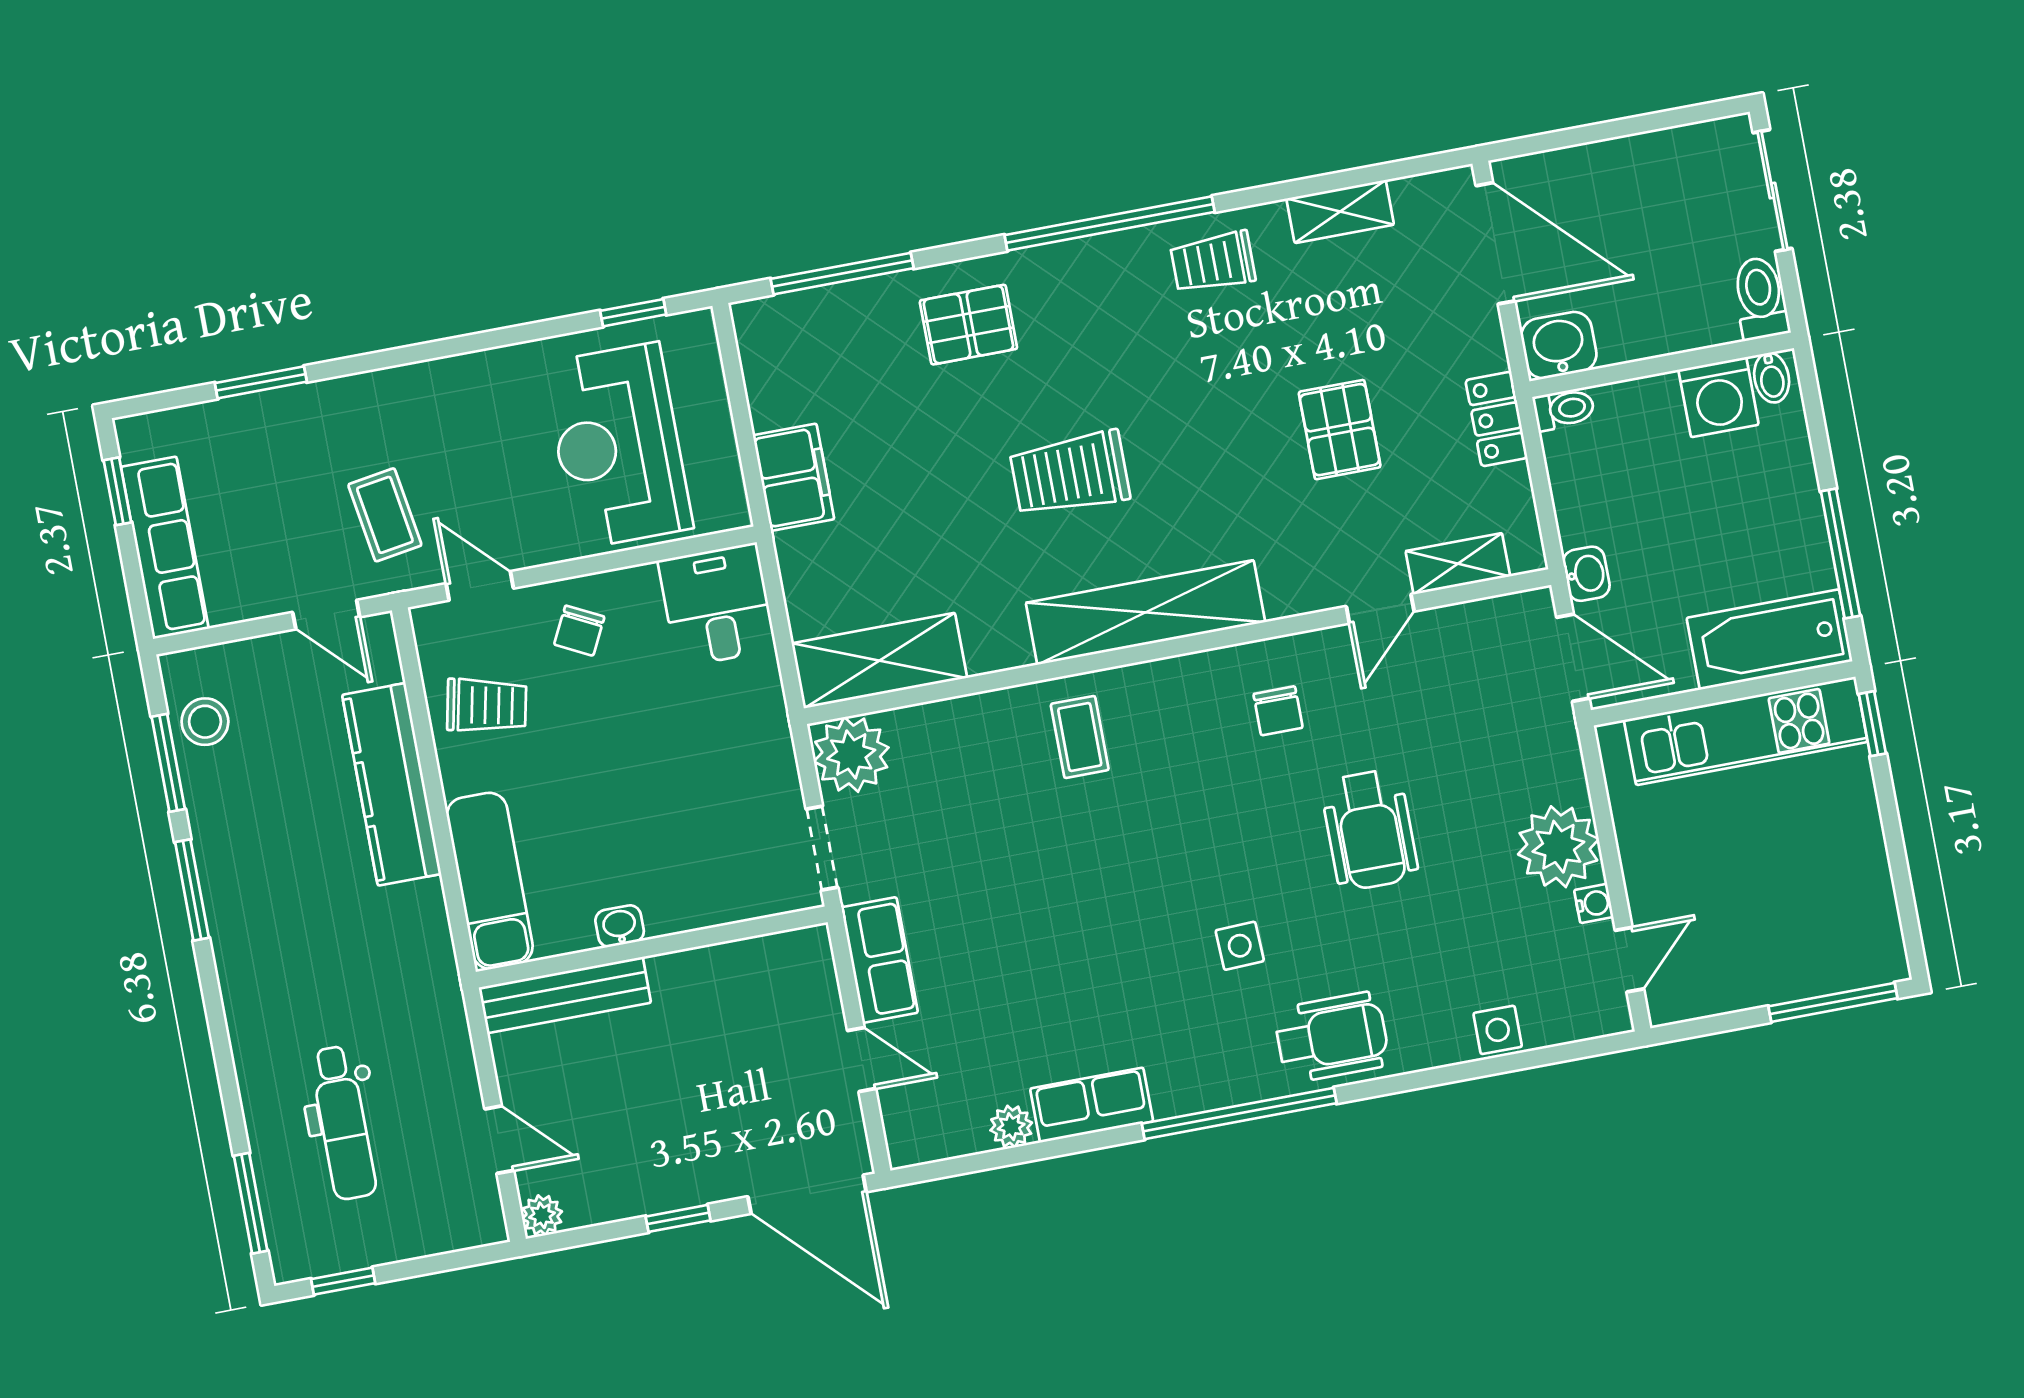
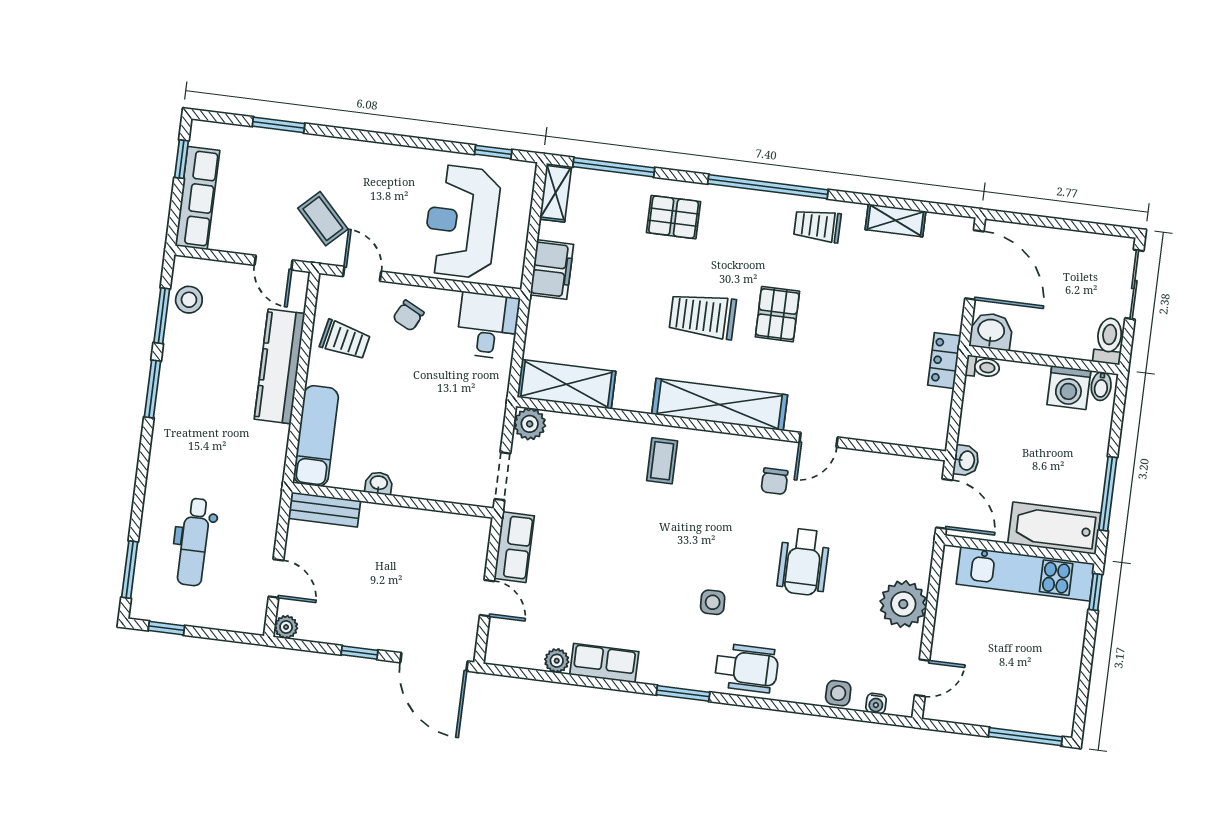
pallet: (1340, 430) -> (777, 314), moved
coffee table: (385, 515) -> (323, 219), turned -35
shelving: (1458, 564) -> (556, 193), moved, turned 90
door: (1380, 609) -> (819, 440), moved
plant: (851, 754) -> (530, 424), width x0.73, depth x0.73
water cooler: (1594, 903) -> (876, 704), moved, turned 90
bench: (565, 995) -> (324, 510), width x0.73
window: (1239, 1113) -> (683, 693), width x0.47

